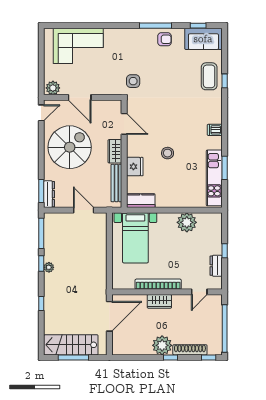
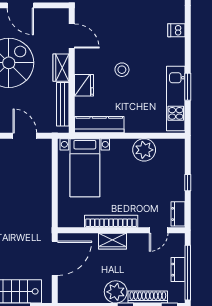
dishwasher: (215, 130) -> (176, 30), moved
kitchen counter: (141, 201) -> (99, 125), width x1.50
dresser: (216, 266) -> (178, 214), moved
dresser: (216, 326) -> (178, 270), added

